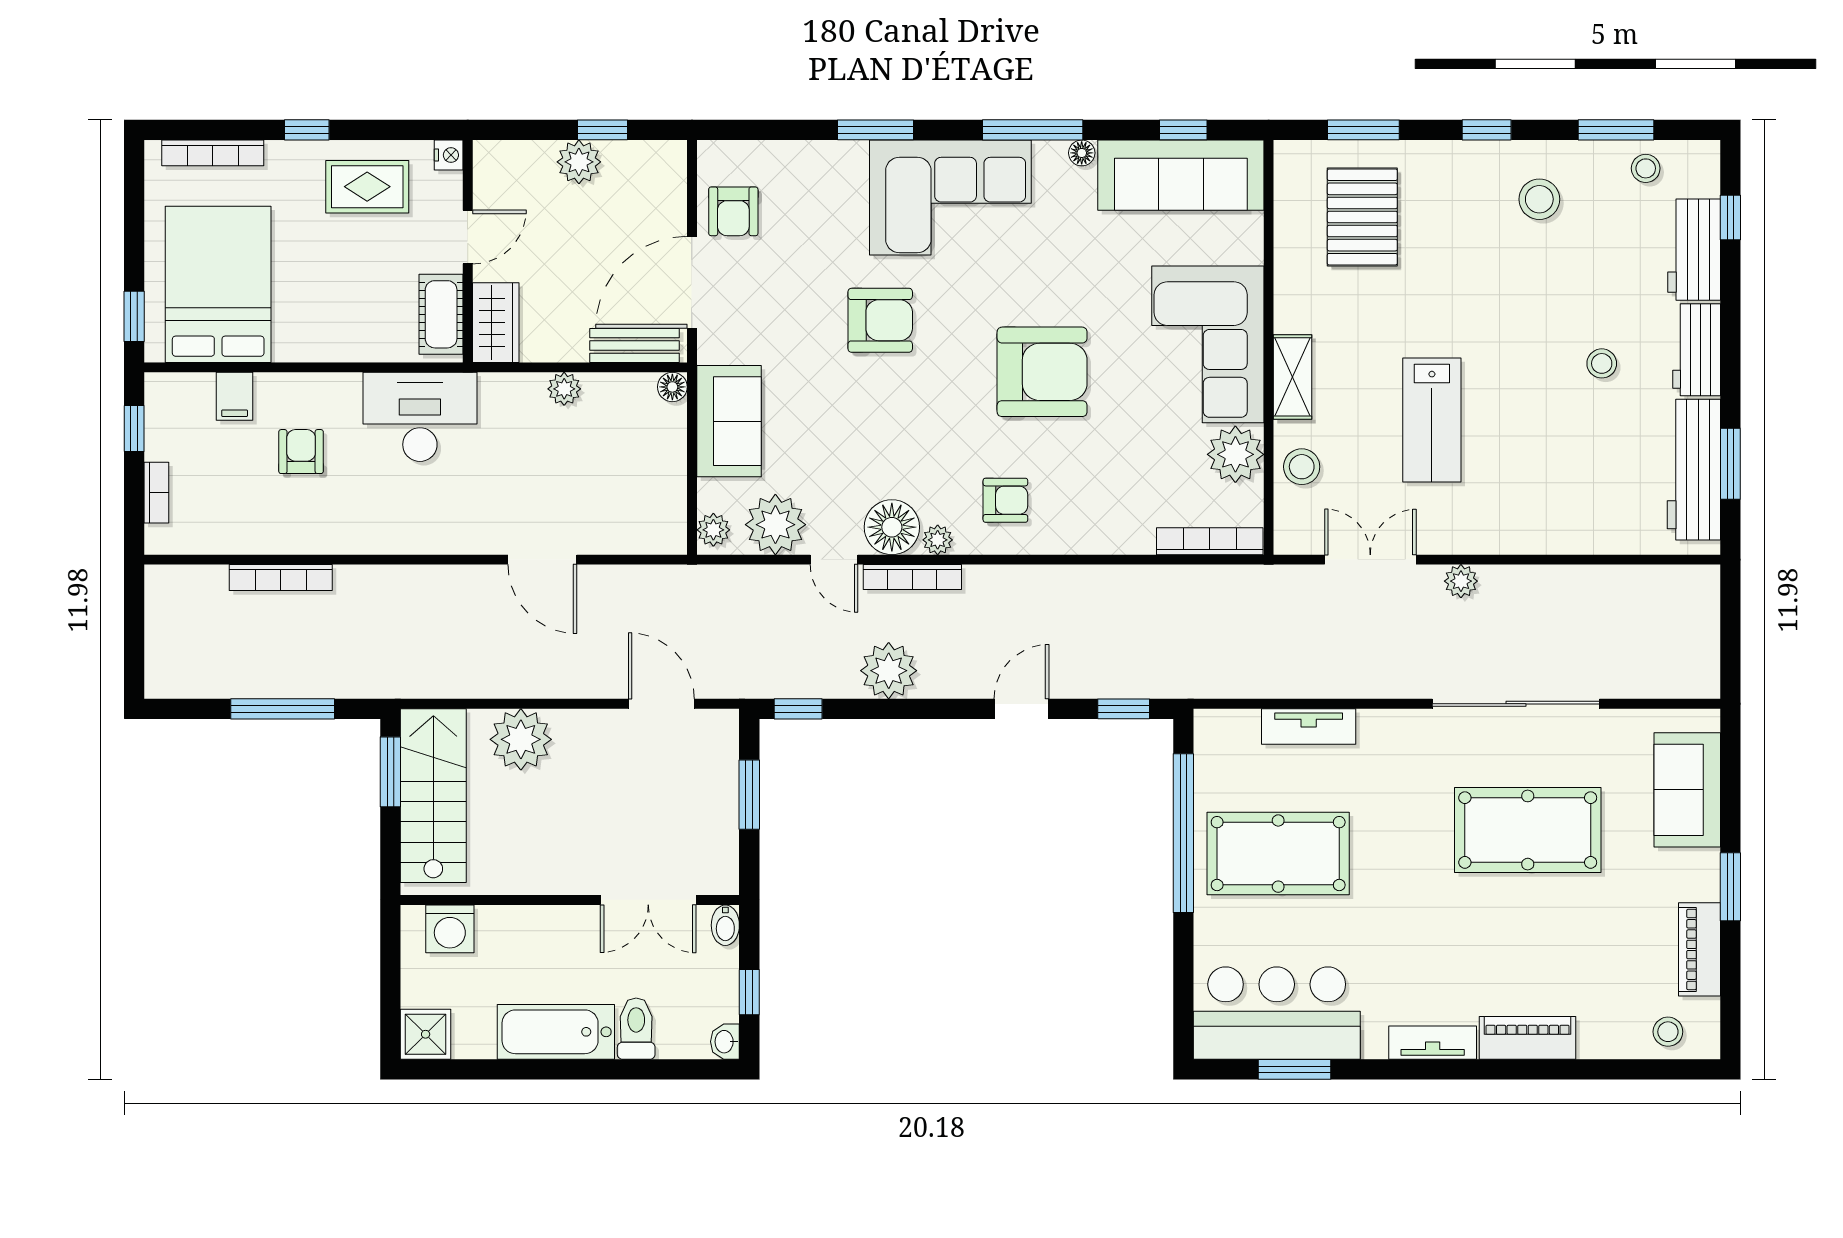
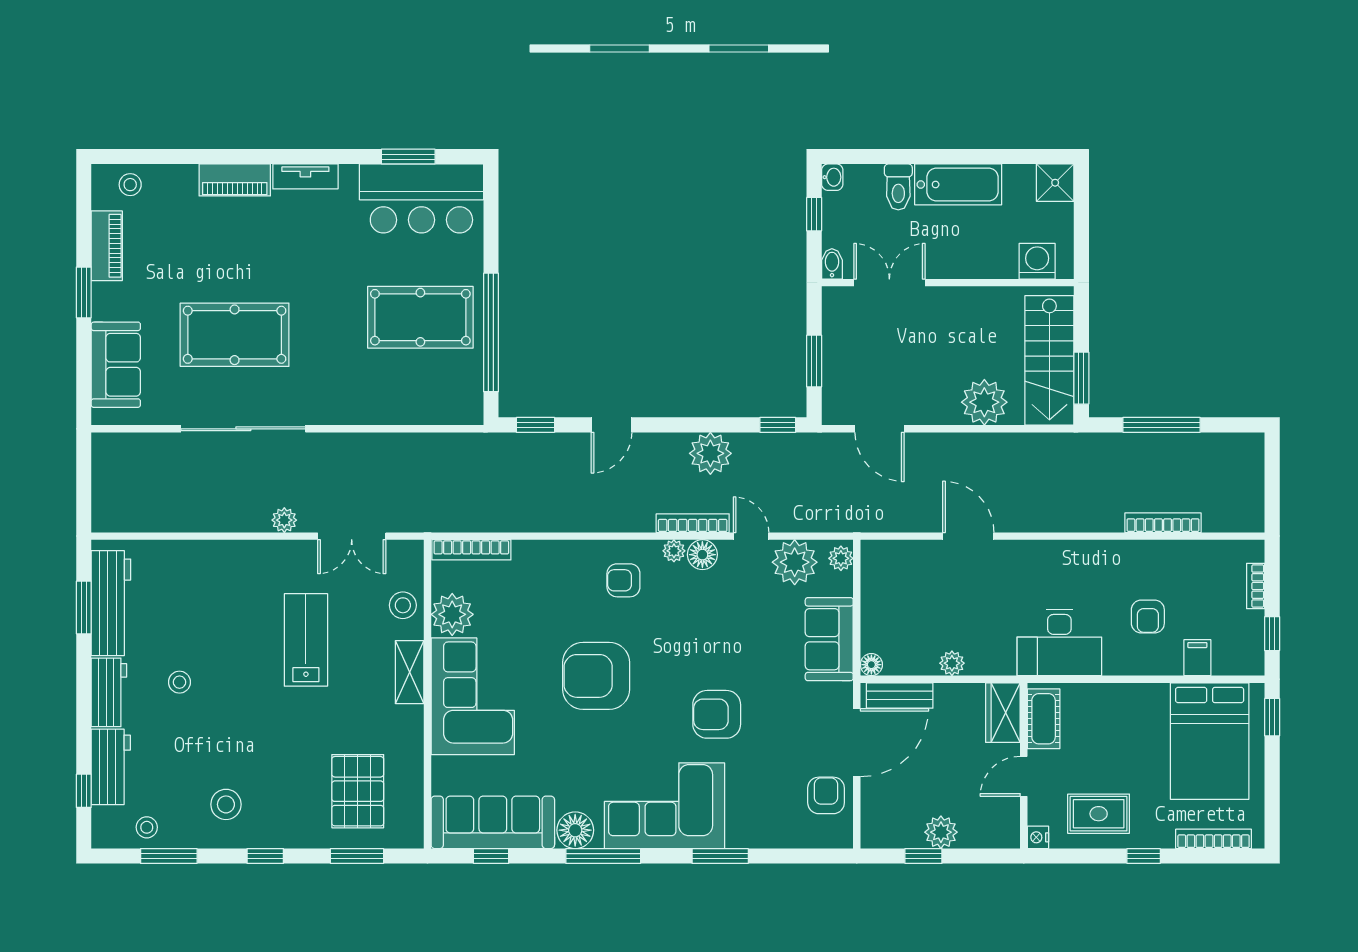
floor lamp: (1082, 153) -> (575, 830), width x1.89, depth x1.89
floor lamp: (892, 527) -> (702, 555), width x0.73, depth x0.73
tv unit: (1309, 726) -> (398, 412), removed

